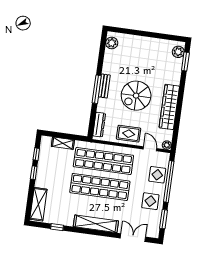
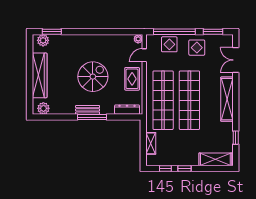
spiral stairs: (136, 96) -> (93, 77), turned -90
wardrobe: (169, 107) -> (40, 75), moved, turned -90

